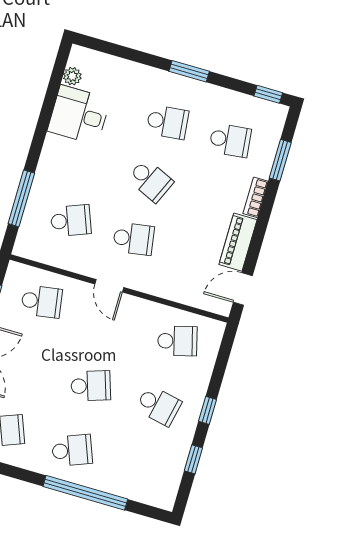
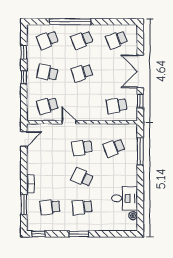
piano: (238, 242) -> (33, 160), removed
door: (109, 286) -> (69, 122), moved
school desk: (140, 470) -> (47, 40), added

